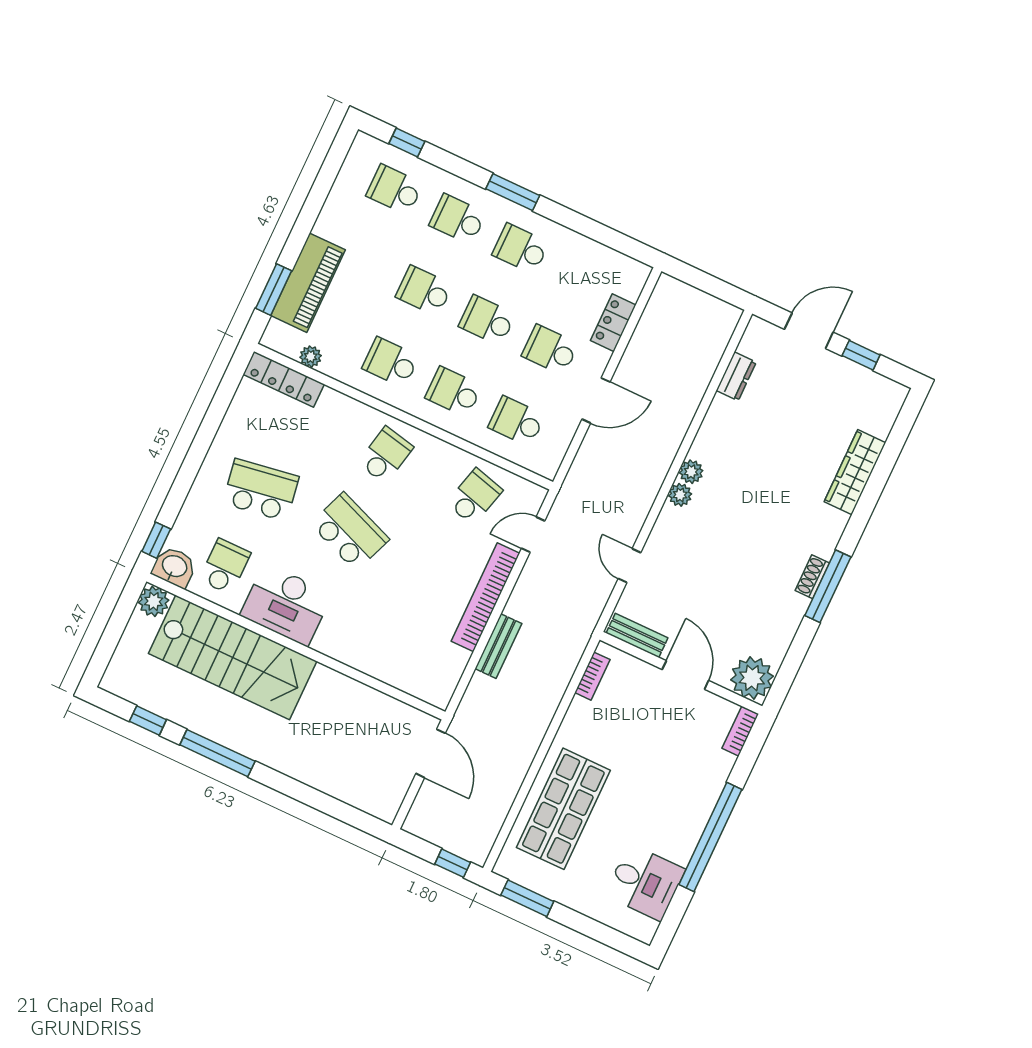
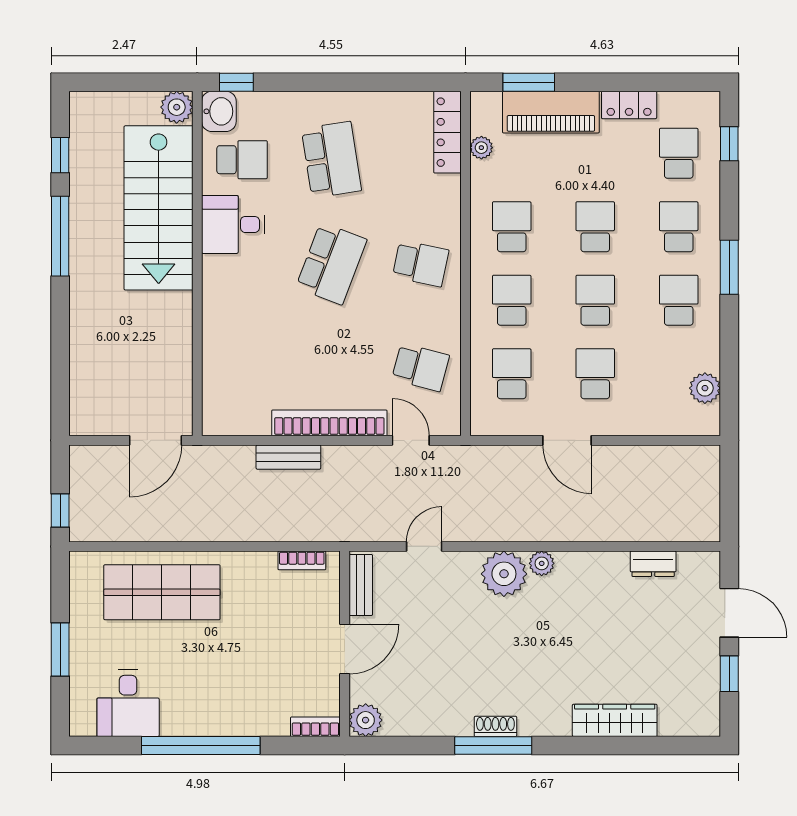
plant: (606, 261) -> (705, 388), added
locker: (613, 323) -> (629, 105), moved, turned 180
plant: (680, 495) -> (504, 574), width x1.88, depth x1.88
desk: (286, 605) -> (233, 224), width x0.73
plant: (752, 678) -> (366, 720), width x0.73, depth x0.73
window: (527, 898) -> (60, 650), moved

